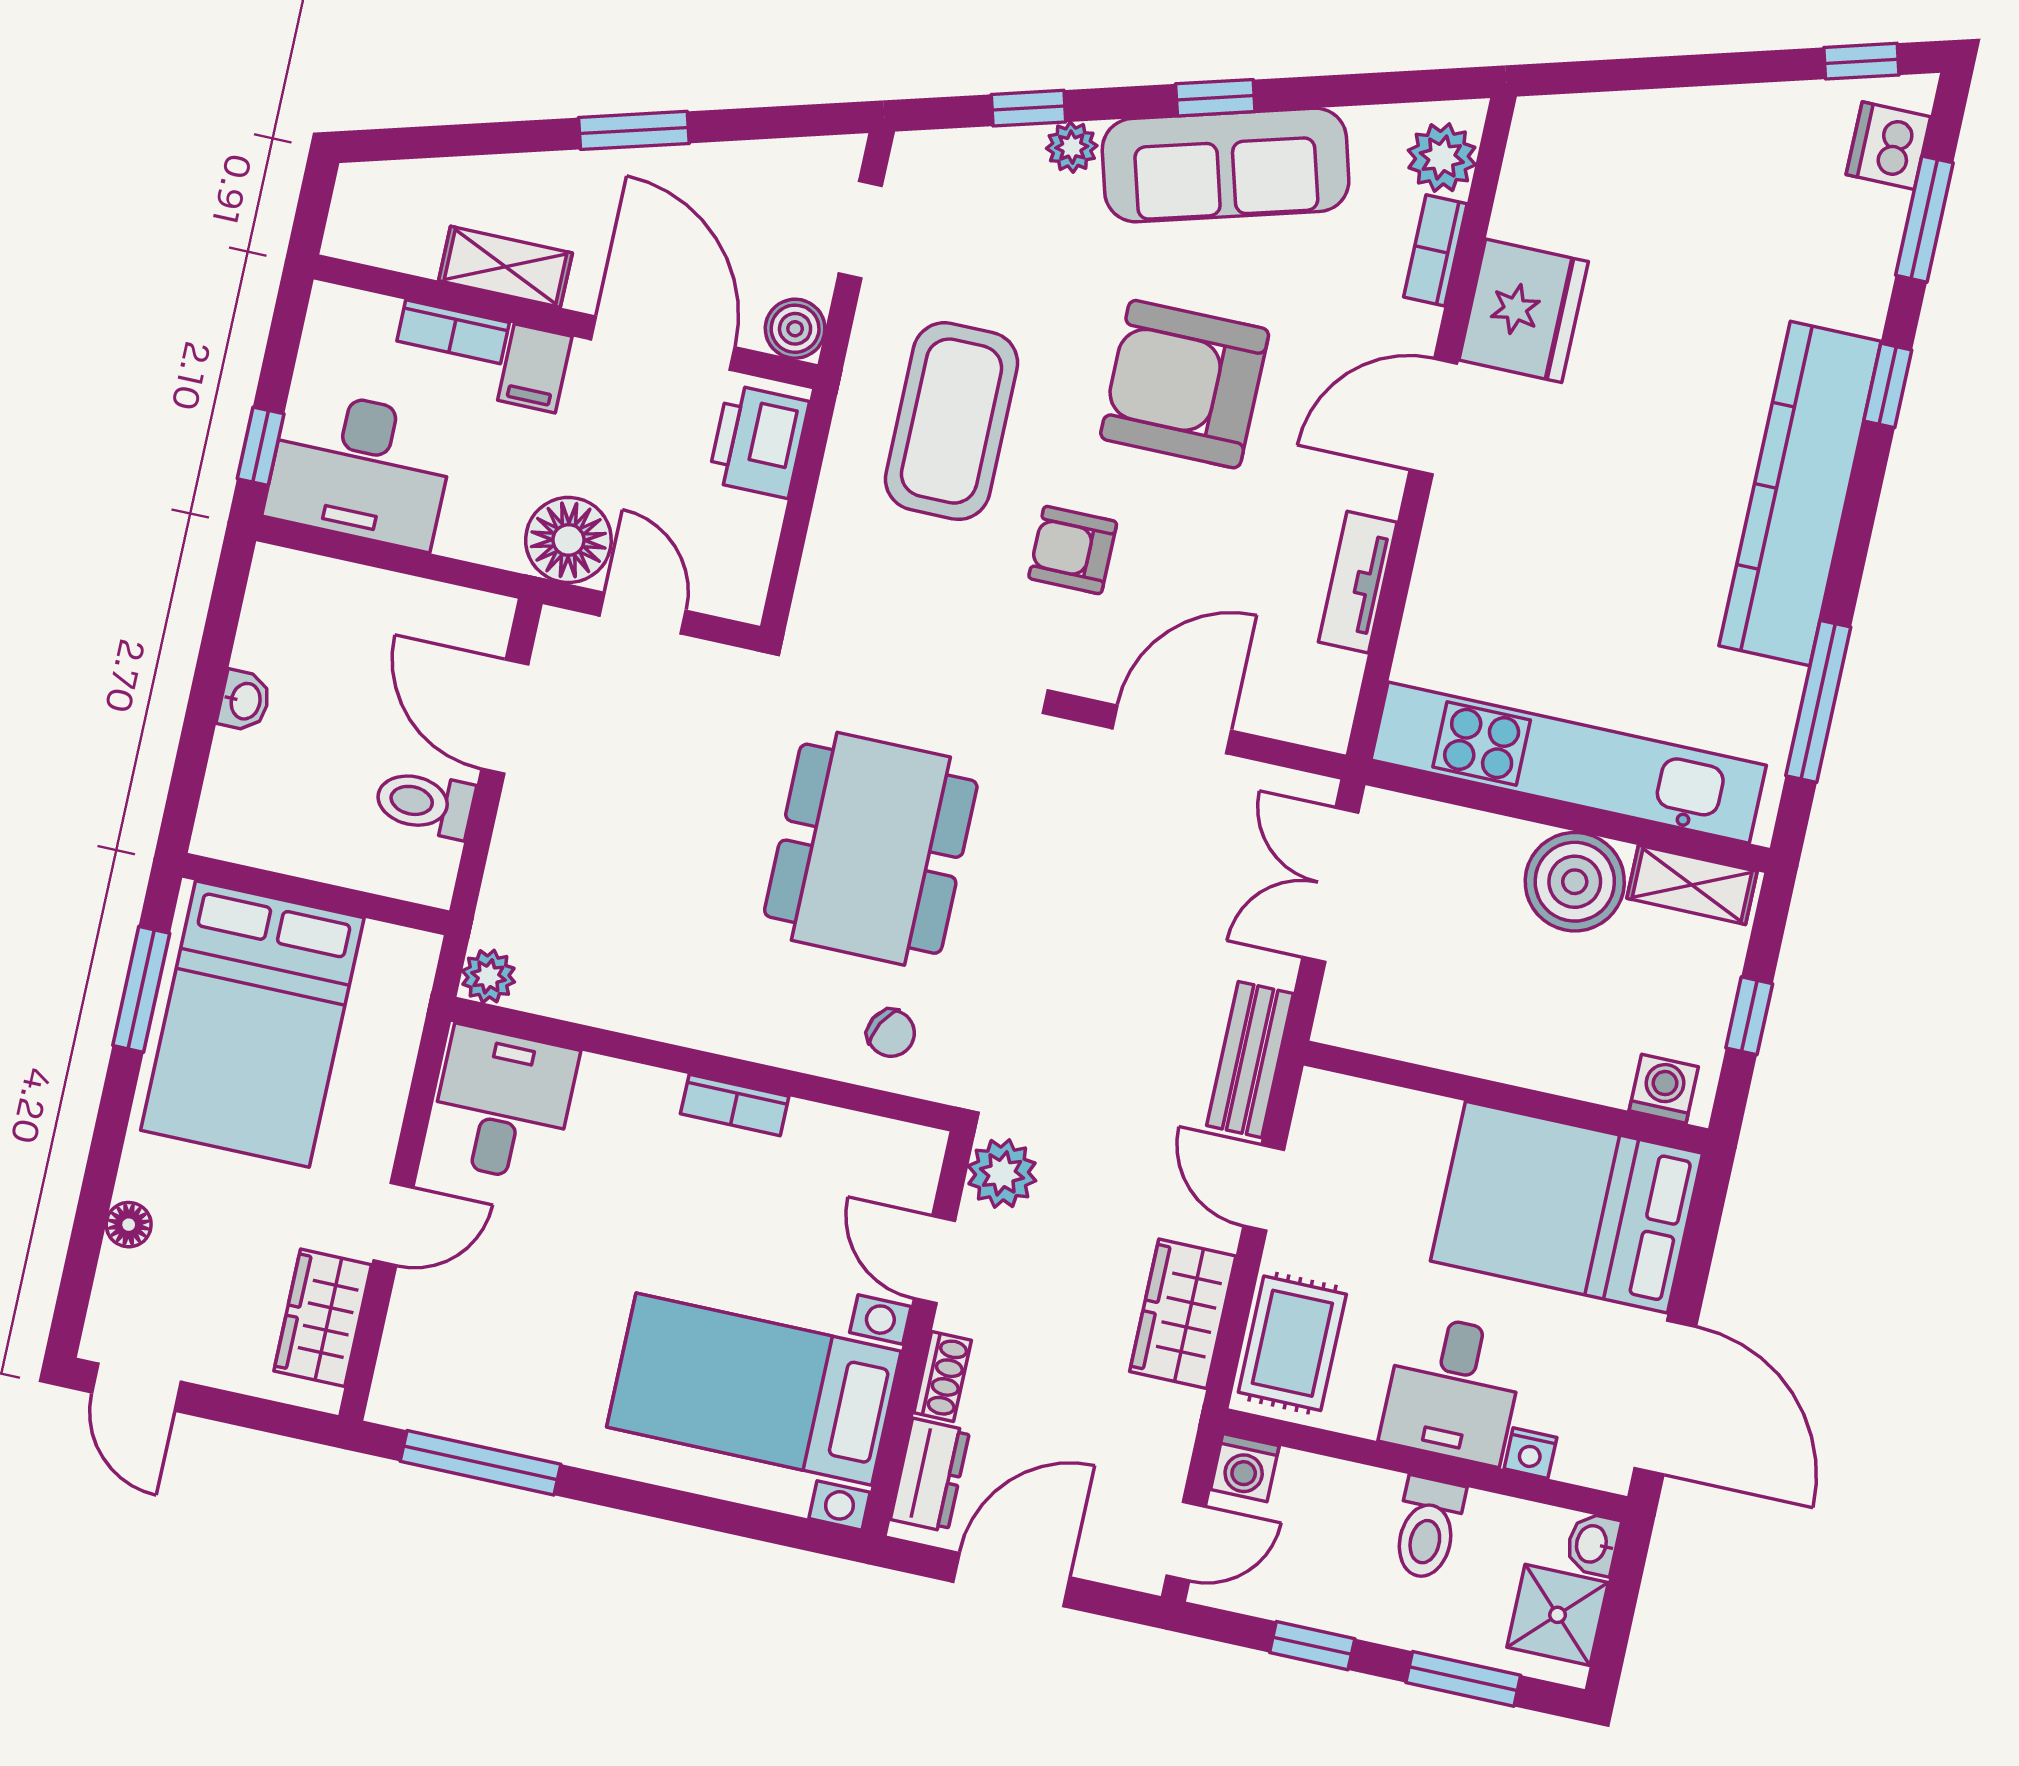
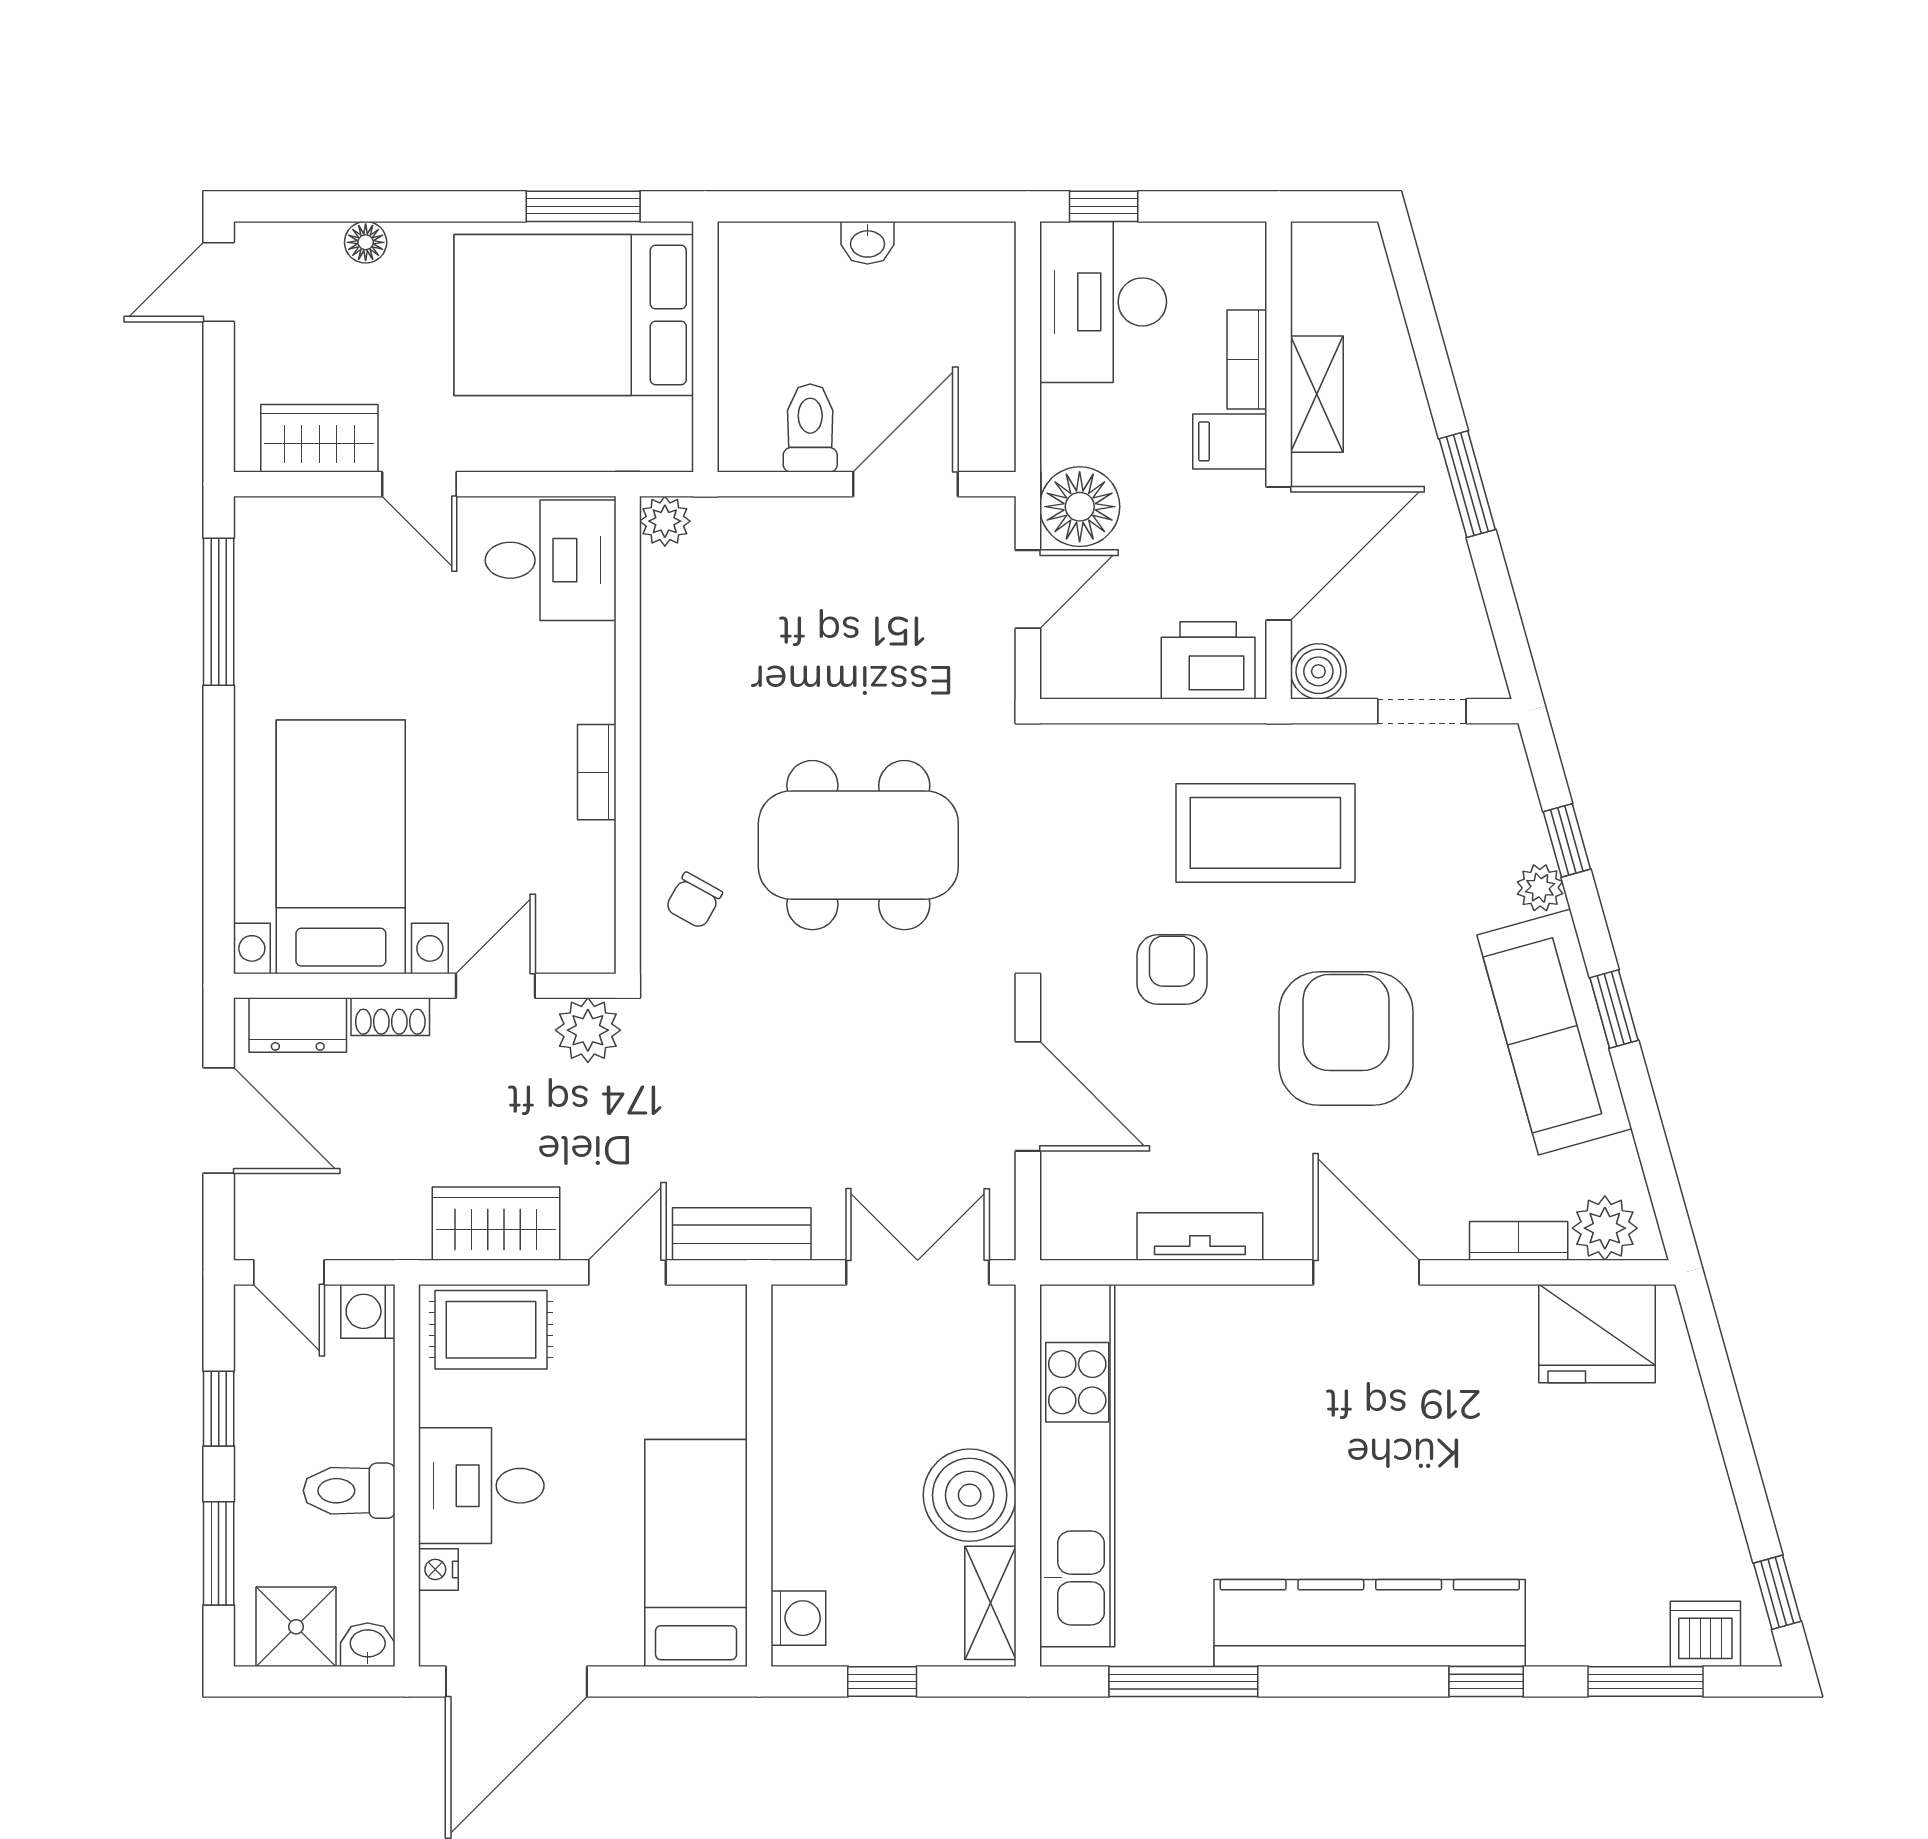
fridge: (1524, 311) -> (1597, 1334), moved
bed: (1567, 1207) -> (696, 1553), width x0.67

